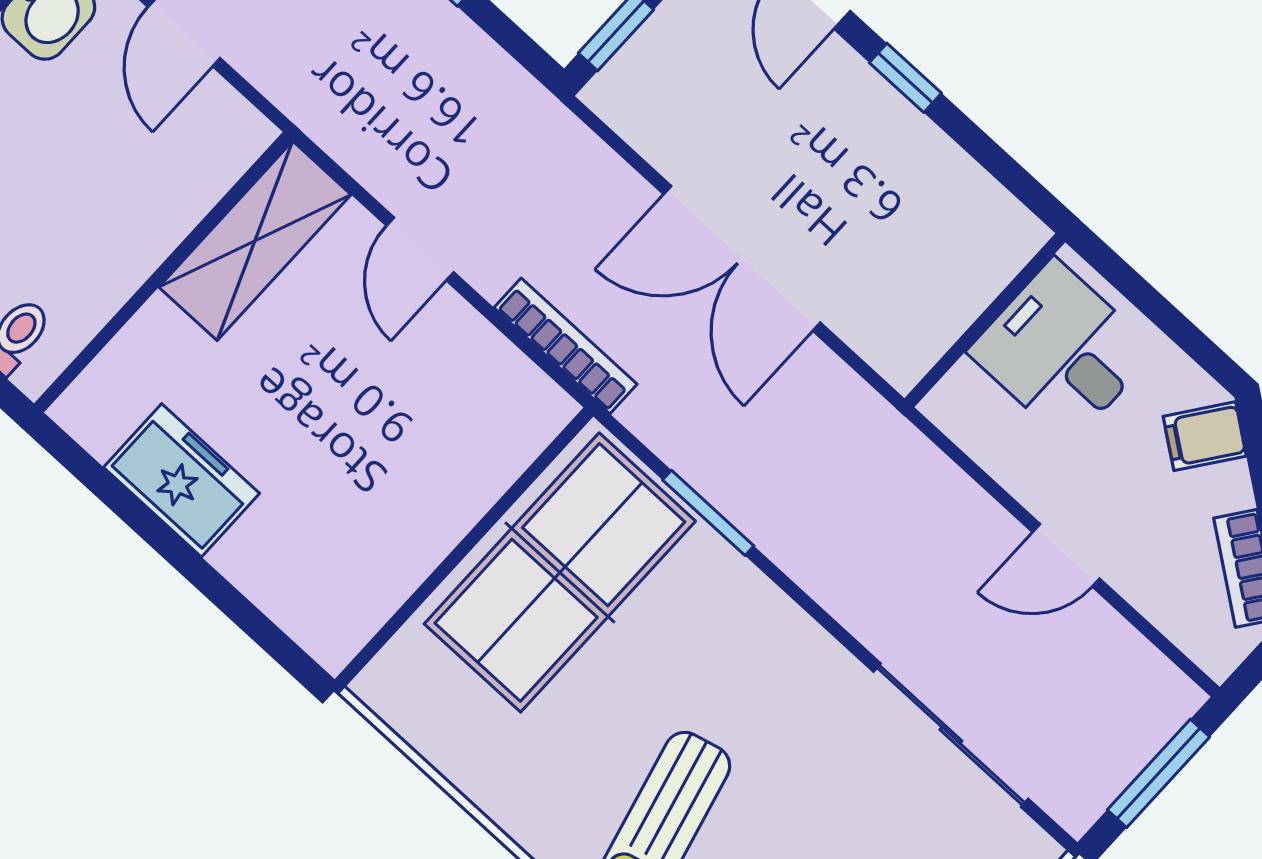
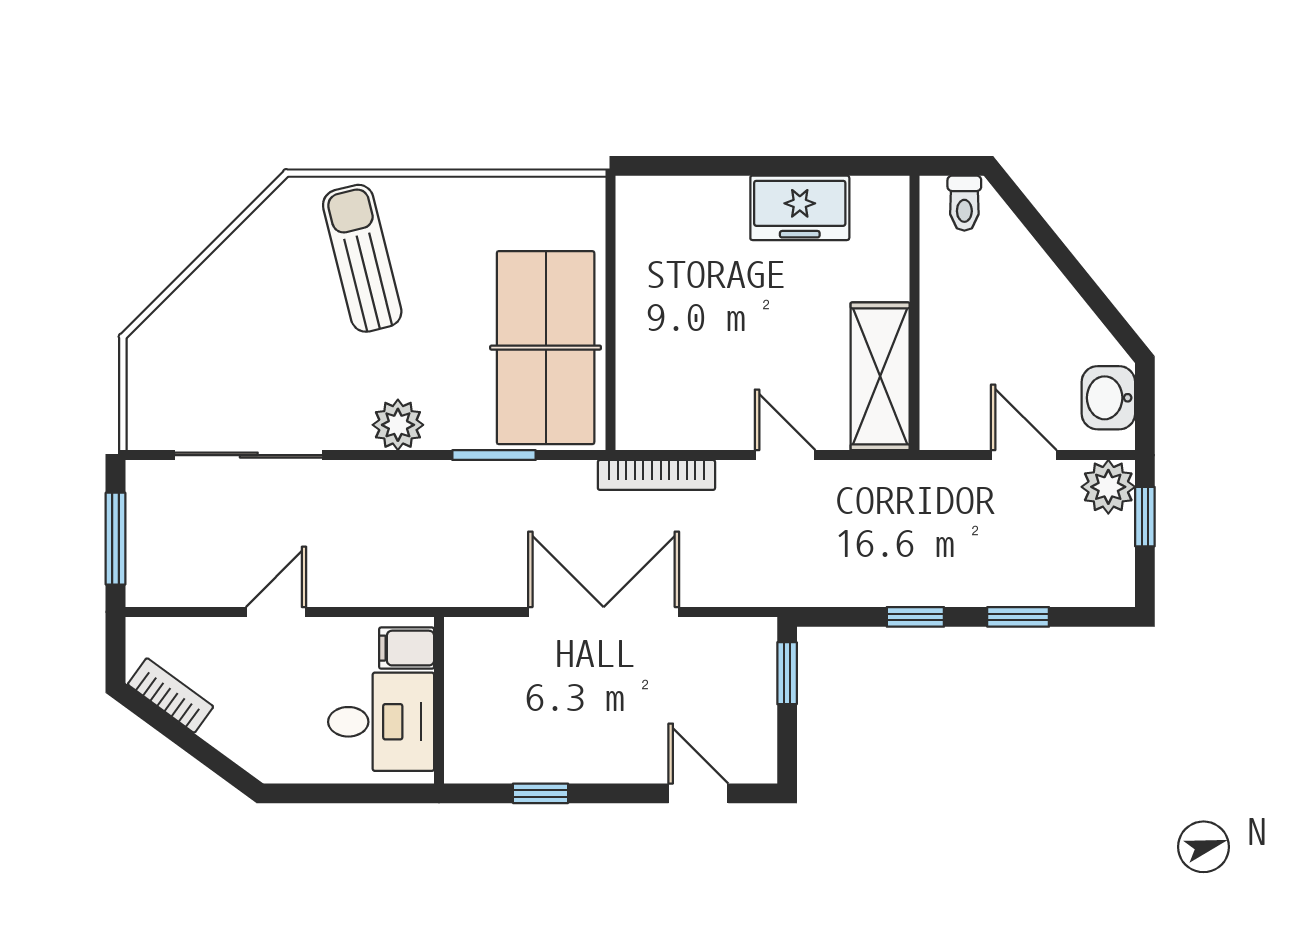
window: (905, 78) -> (540, 793), moved
filing cabinet: (1205, 436) -> (407, 648), moved, turned -126
plant: (776, 630) -> (398, 425), added

